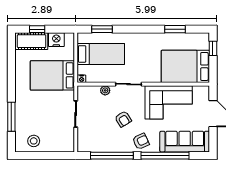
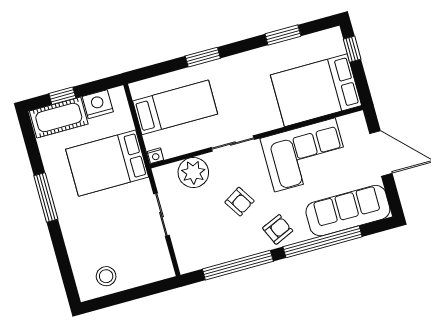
window: (102, 29) -> (203, 57), moved
plant: (105, 90) -> (193, 172), width x1.88, depth x1.88
window: (11, 117) -> (46, 197), moved

